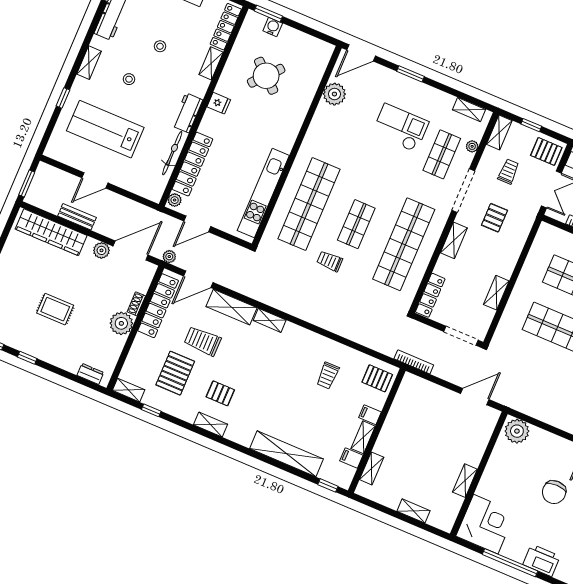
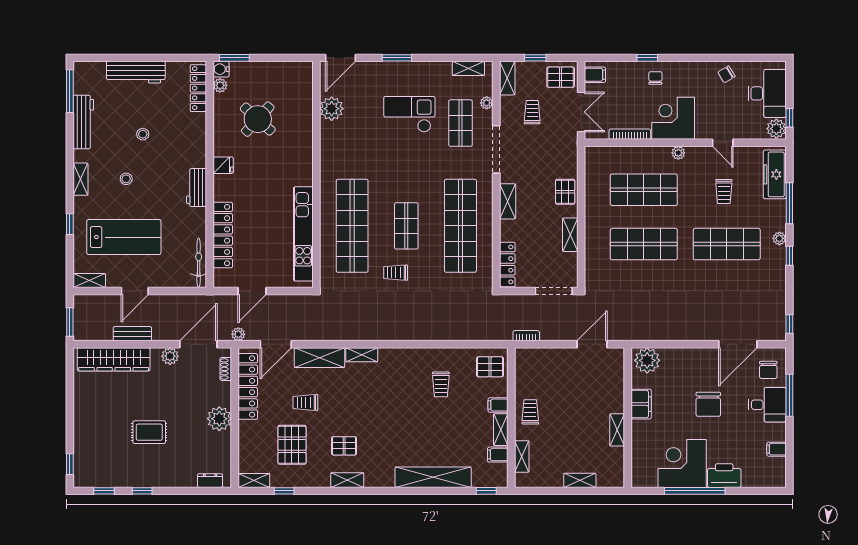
water cooler: (273, 27) -> (221, 69), moved, turned -90
shelving: (211, 63) -> (89, 280), moved, turned 90
lab bench: (105, 129) -> (124, 237), turned 180
bicycle: (172, 153) -> (199, 263), moved
plant: (175, 200) -> (220, 85), moved
pallet: (494, 218) -> (565, 192), moved
shoe rack: (136, 304) -> (226, 369), moved
trolley: (203, 341) -> (305, 402), width x0.73, depth x0.72
bookcase: (414, 362) -> (526, 336), width x0.64
trolley: (396, 433) -> (530, 412), added
filing cabinet: (495, 467) -> (641, 404), added
corner desk: (486, 524) -> (682, 463), moved, turned -90

